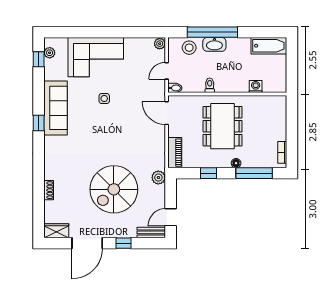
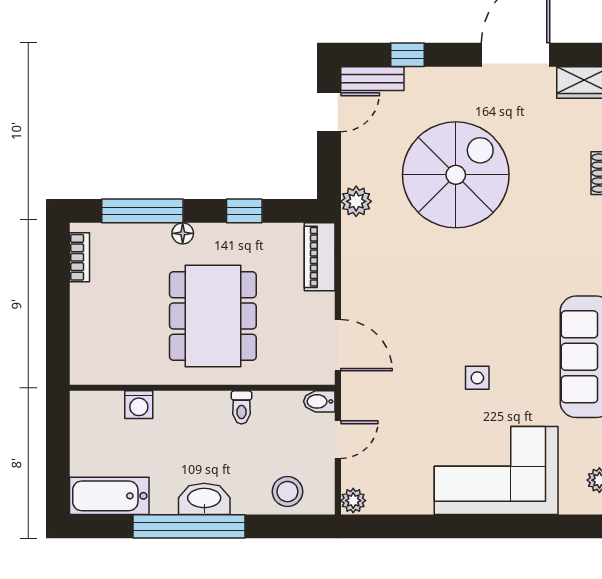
window: (212, 32) -> (189, 526), moved
washbasin: (214, 44) -> (204, 499), moved
window: (124, 243) -> (408, 55), moved

